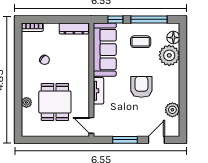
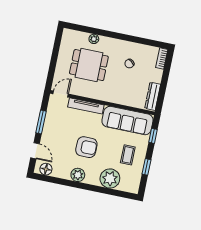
window: (149, 19) -> (147, 167), width x0.46
floor lamp: (173, 38) -> (46, 169), moved
tv unit: (98, 91) -> (86, 106), width x1.41
plant: (172, 110) -> (78, 175), moved

